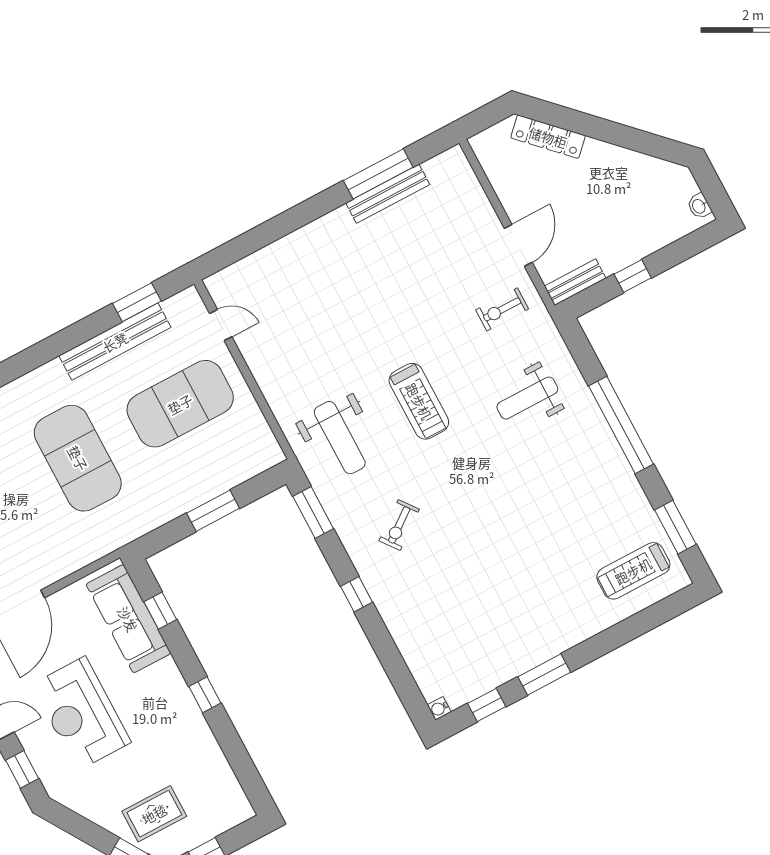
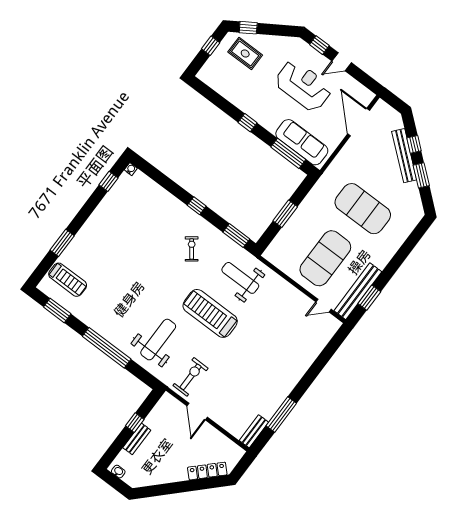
bench: (388, 194) -> (254, 431), moved, width x0.73
bench: (575, 282) -> (137, 439), moved
exercise bike: (502, 309) -> (191, 377), width x1.38, depth x1.39
bench: (115, 342) -> (358, 291), moved
weight bench: (527, 398) -> (158, 340), width x1.36, depth x1.33
treadmill: (419, 401) -> (210, 313), width x1.37, depth x1.38
treadmill: (633, 571) -> (68, 280), turned 90
window: (160, 611) -> (288, 153), width x2.17
window: (544, 674) -> (62, 243), moved
rug: (154, 814) -> (245, 53), turned 90

